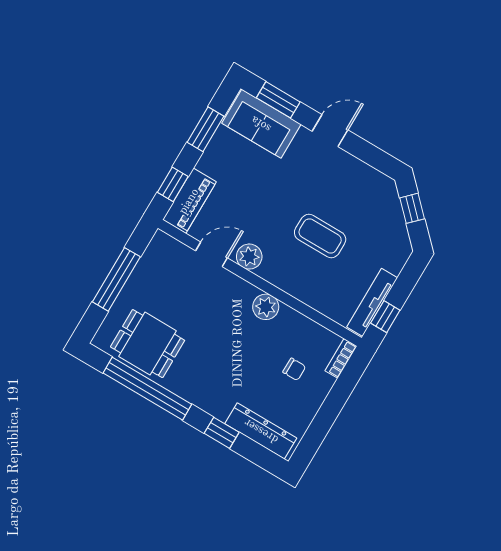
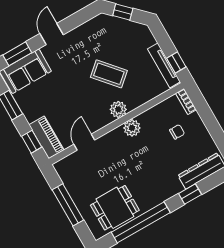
coffee table: (320, 236) -> (109, 74), turned 49
plant: (249, 257) -> (118, 109), moved

